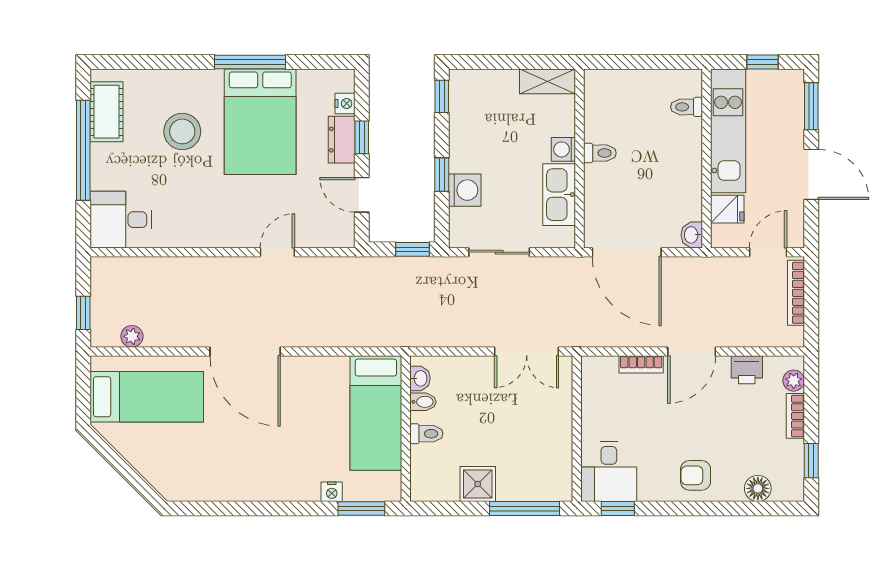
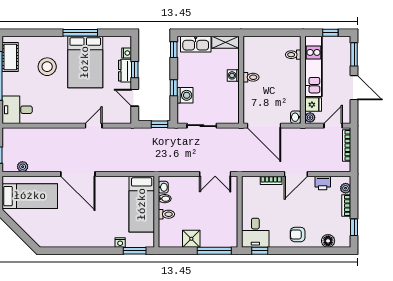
kitchen sink: (559, 195) -> (196, 44), moved, turned -90
plant: (721, 236) -> (310, 117), added

